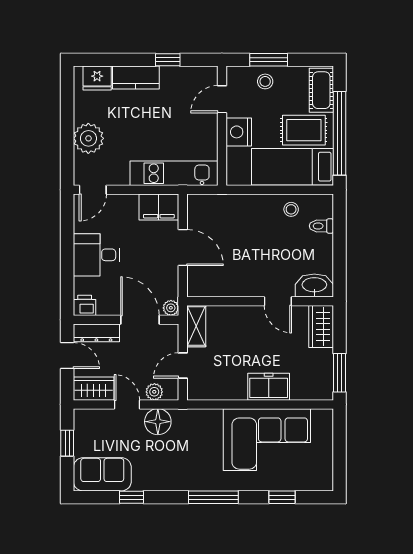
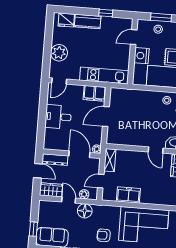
door: (183, 248) -> (106, 117), swing flipped
printer: (85, 305) -> (50, 144), removed
freezer: (269, 387) -> (128, 195), moved
window: (67, 443) -> (33, 229), moved
armchair: (196, 463) -> (104, 235), added

